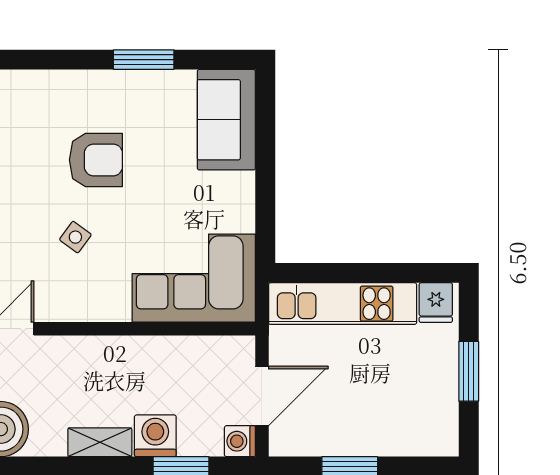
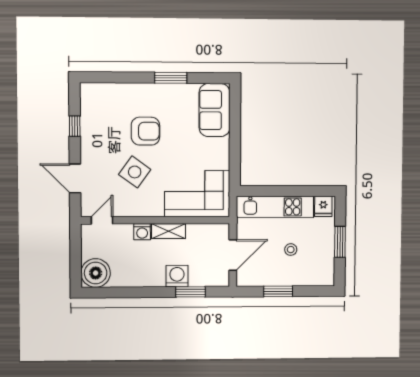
side table: (75, 237) -> (135, 172), width x1.87, depth x1.87
stool: (373, 386) -> (291, 250), added
washing machine: (240, 441) -> (142, 232), moved, turned -90
shelving: (100, 442) -> (168, 231), moved

